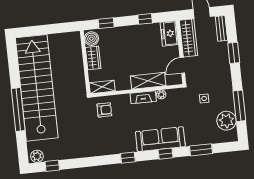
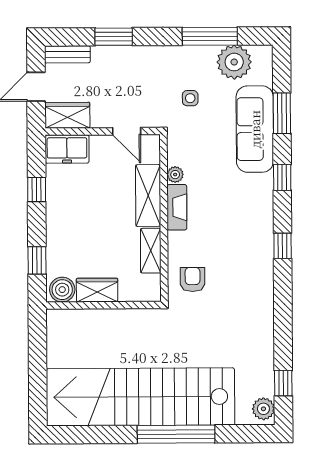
wardrobe: (188, 38) -> (67, 115), width x0.67
shelving: (102, 87) -> (151, 251), moved
sofa: (160, 139) -> (255, 129), moved

